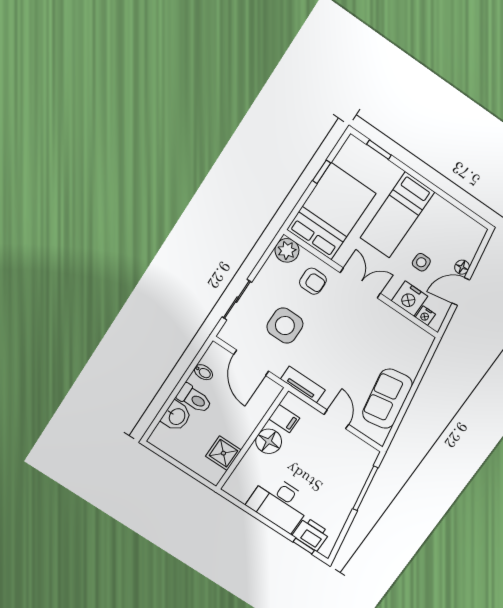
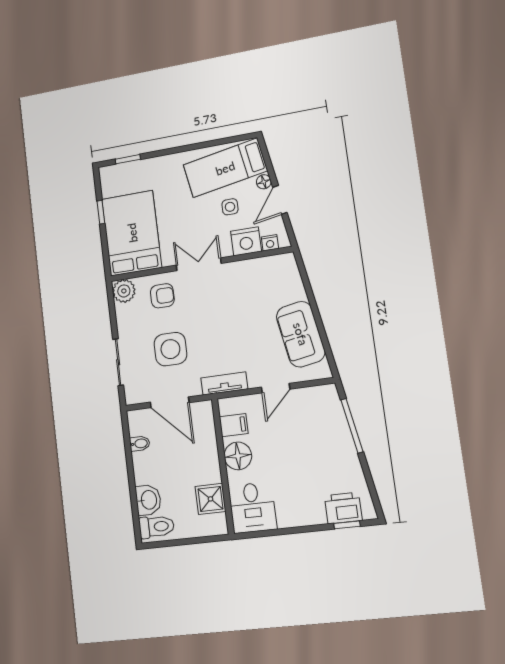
bed: (397, 215) -> (225, 168), moved, turned 80
toilet: (194, 399) -> (156, 527), moved
door: (336, 419) -> (276, 388), swing flipped
desk: (279, 503) -> (252, 508), moved, width x0.73

